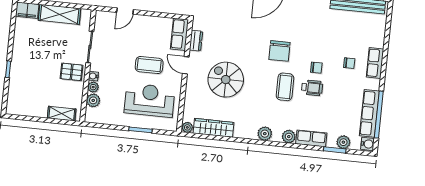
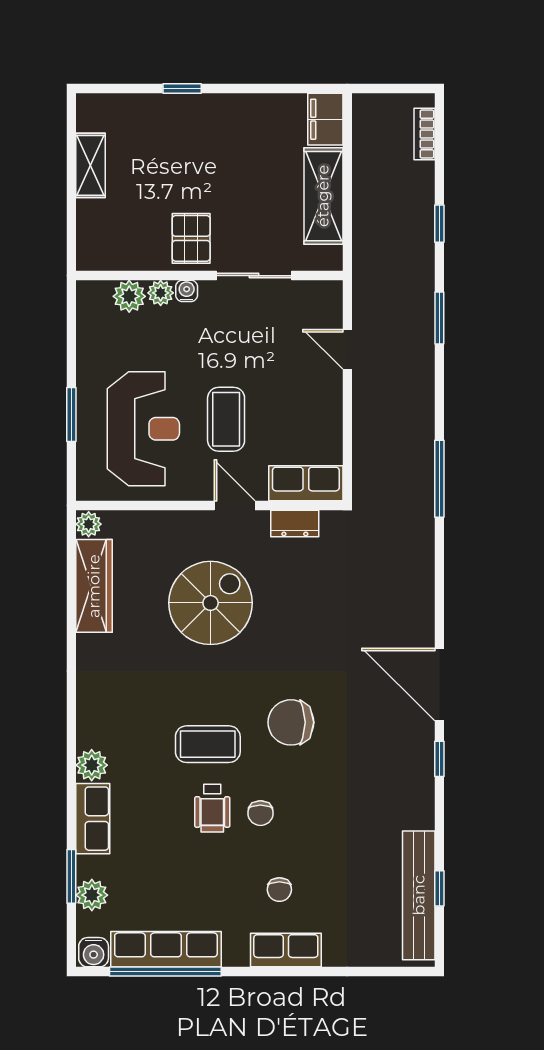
door: (186, 65) -> (235, 506), hinge flipped
shelving: (62, 114) -> (91, 165), moved
plant: (265, 134) -> (93, 708), removed

